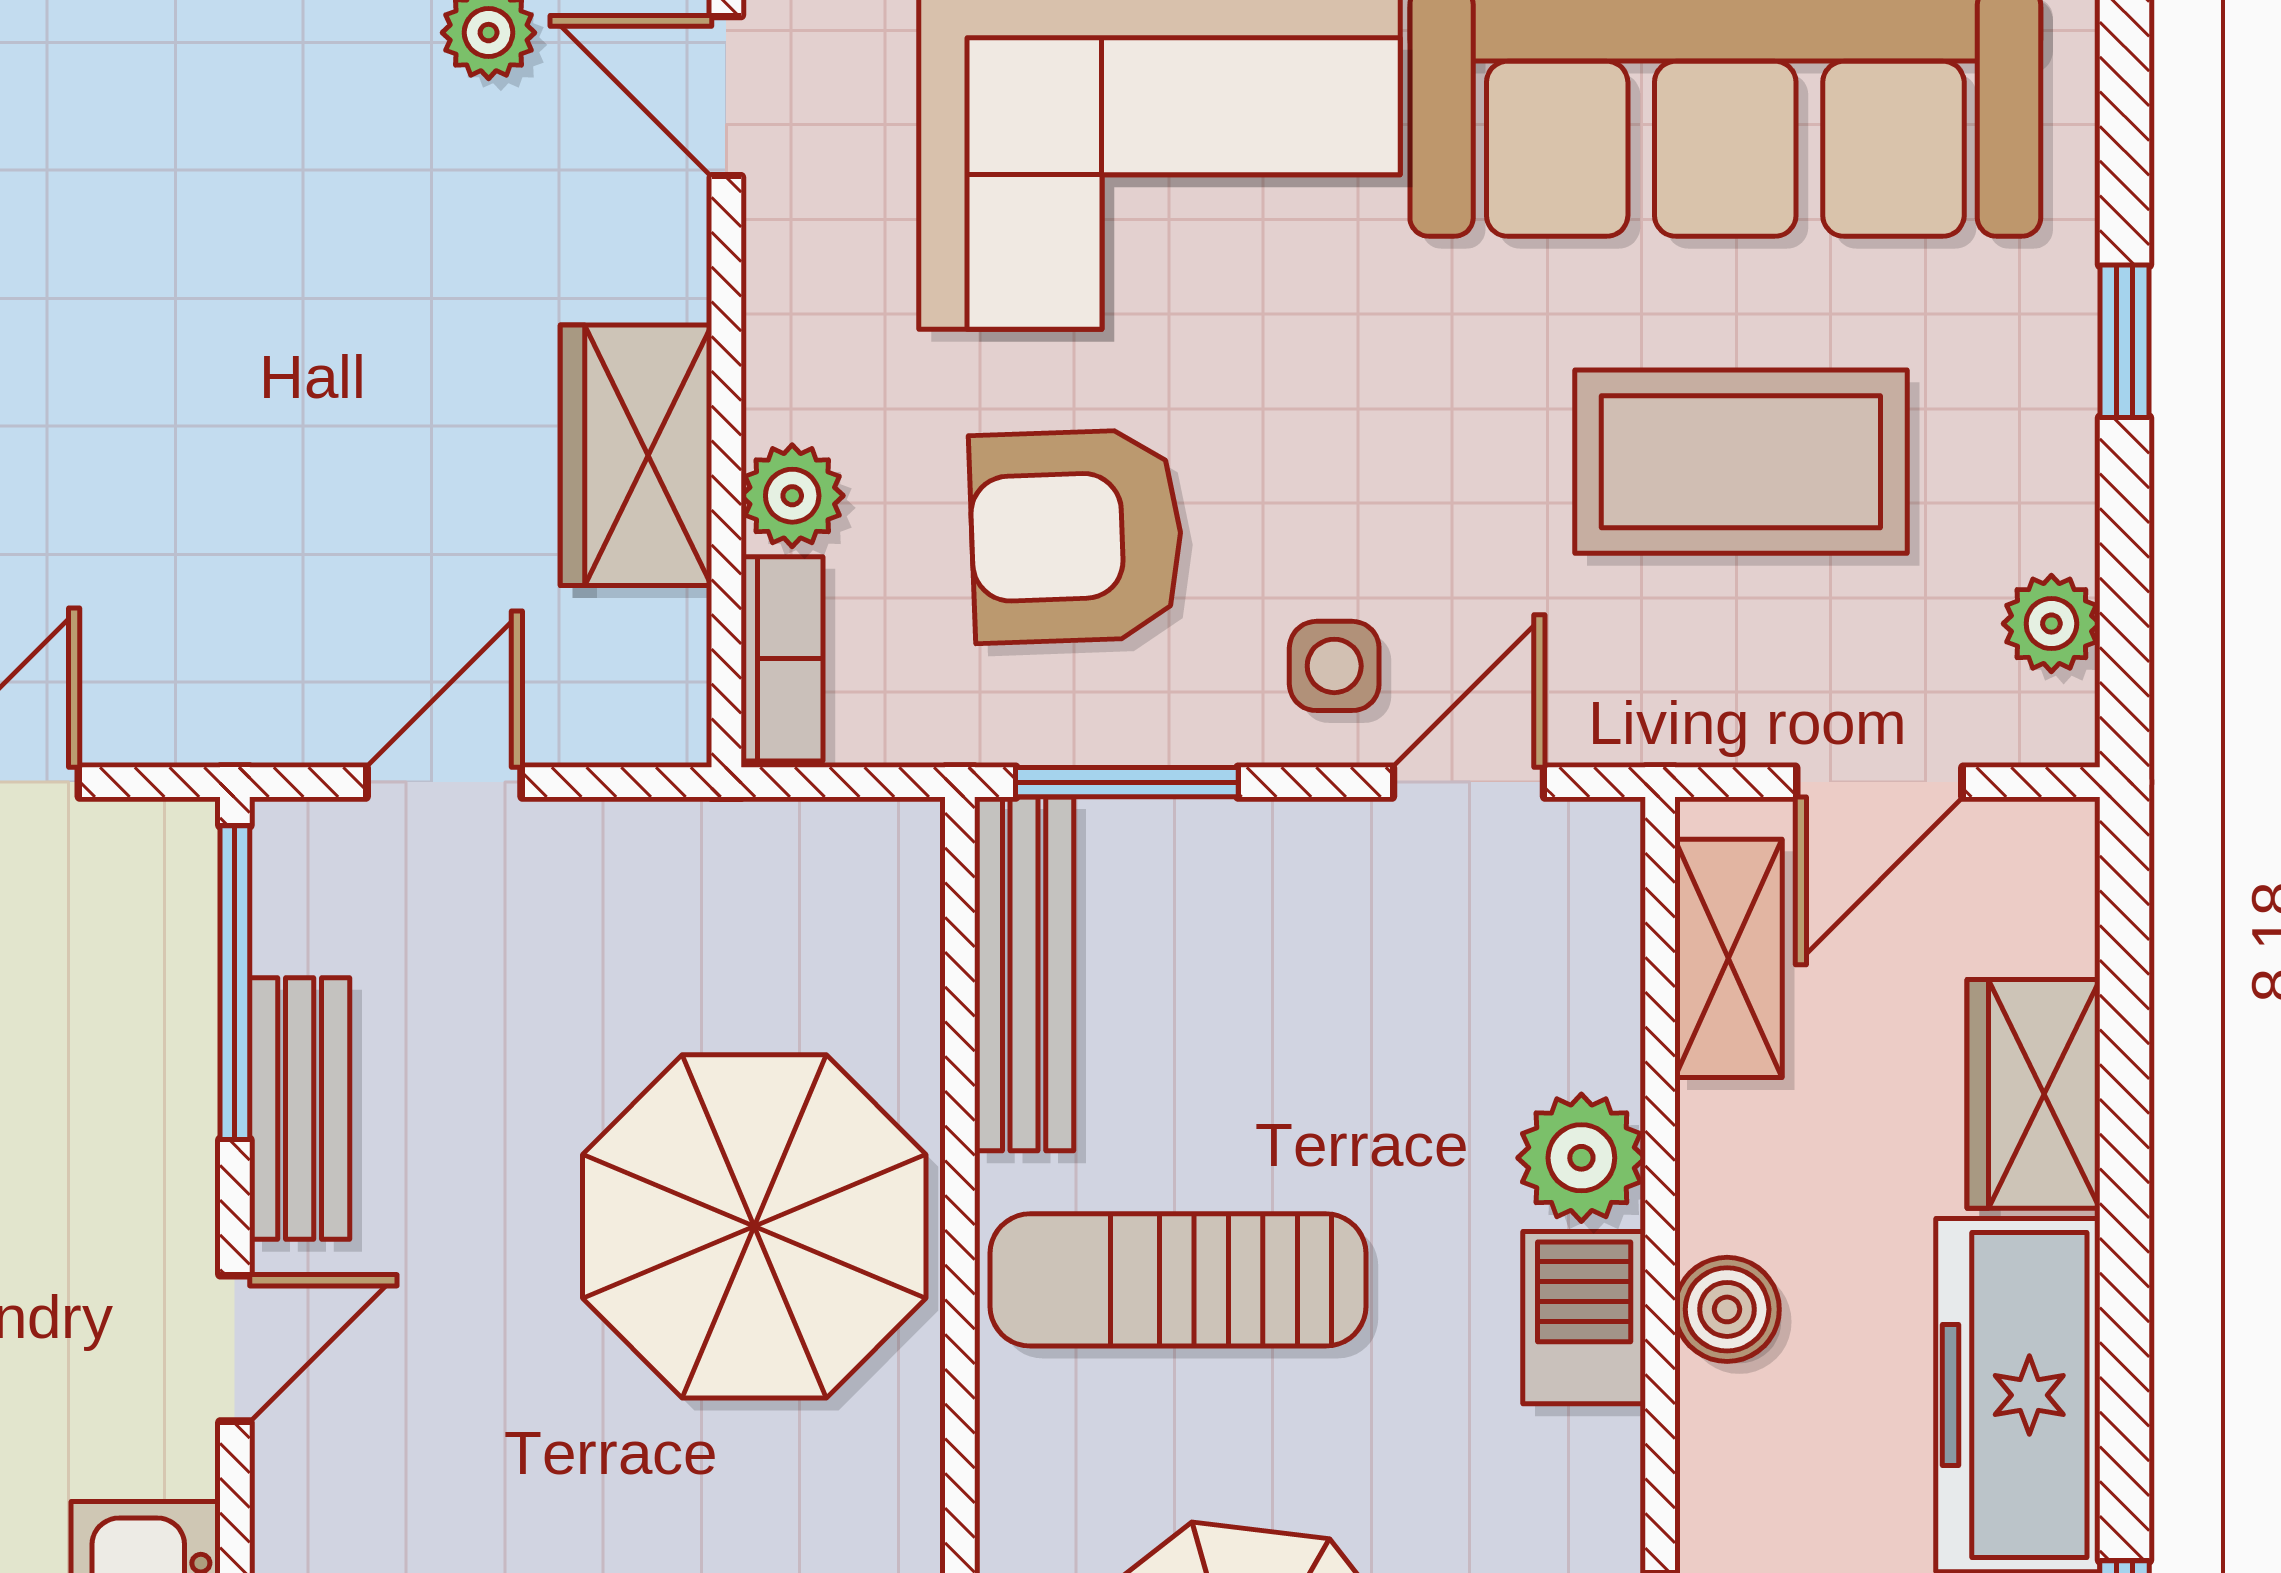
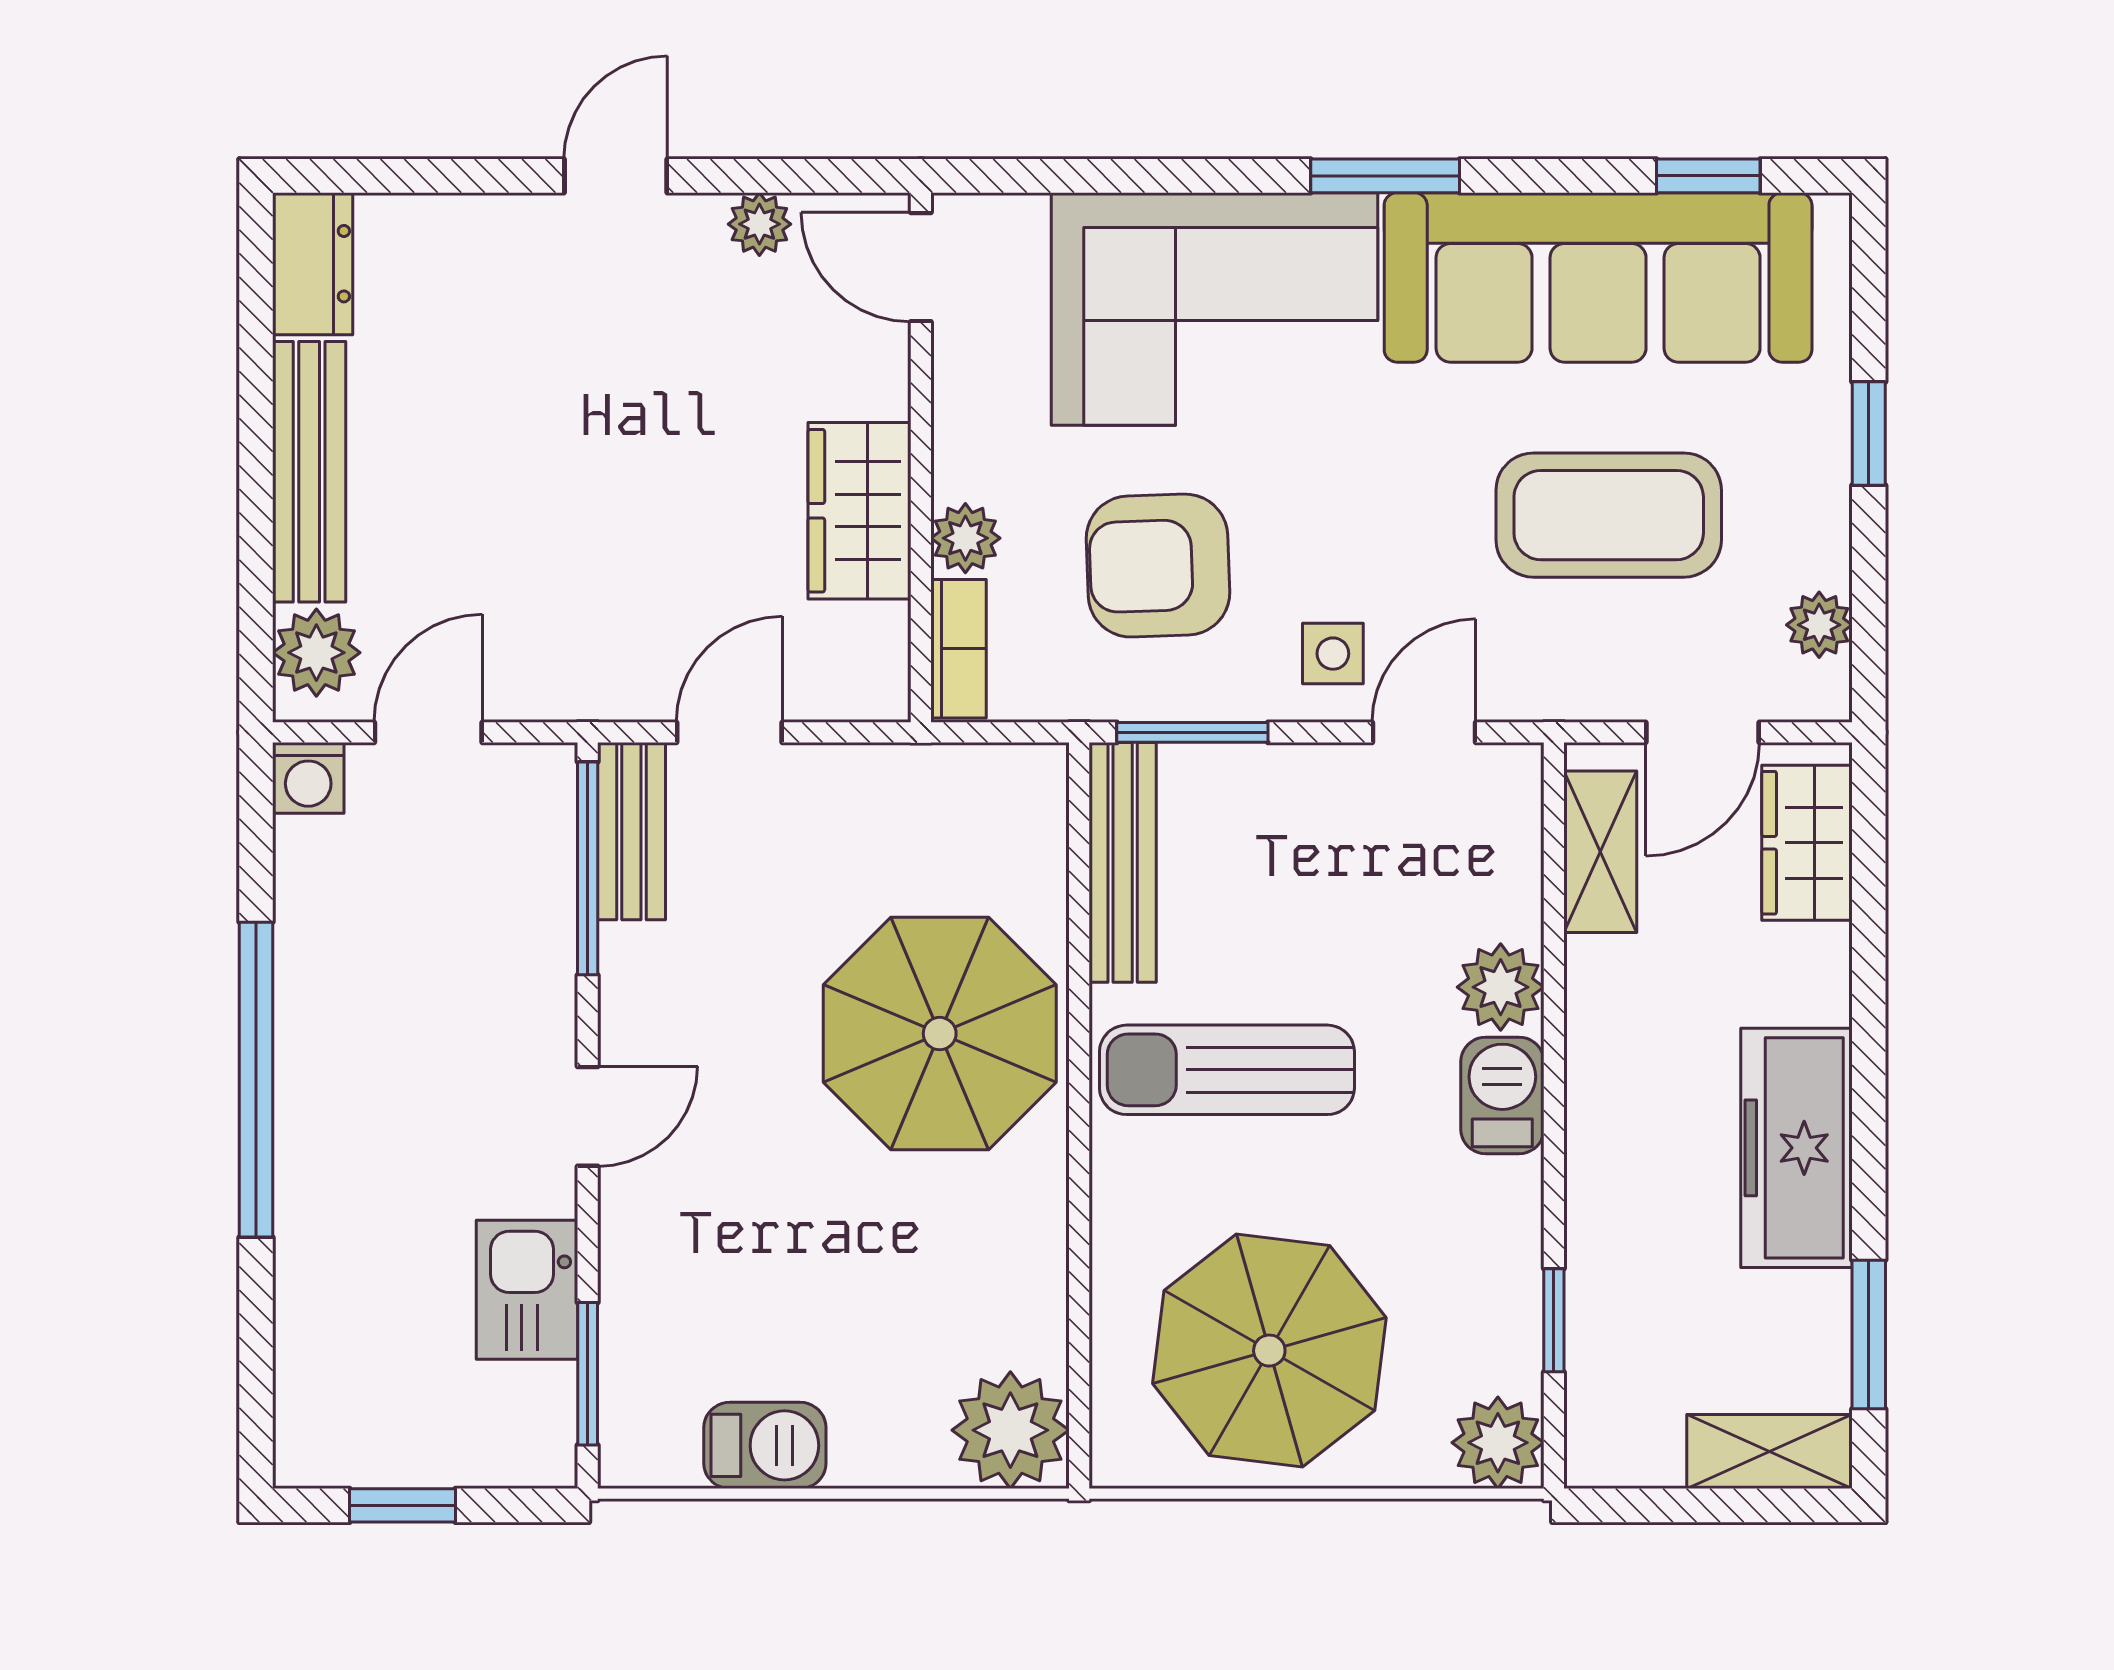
wardrobe: (2033, 1094) -> (1807, 843), moved
bench: (300, 1108) -> (631, 831), moved
boiler: (1727, 1309) -> (1599, 1090), removed

